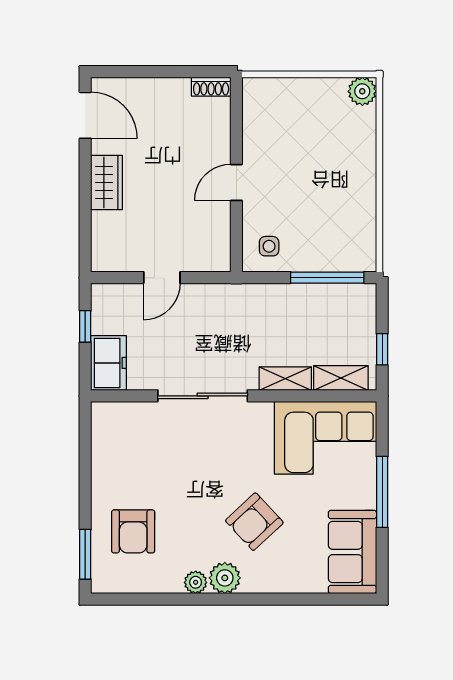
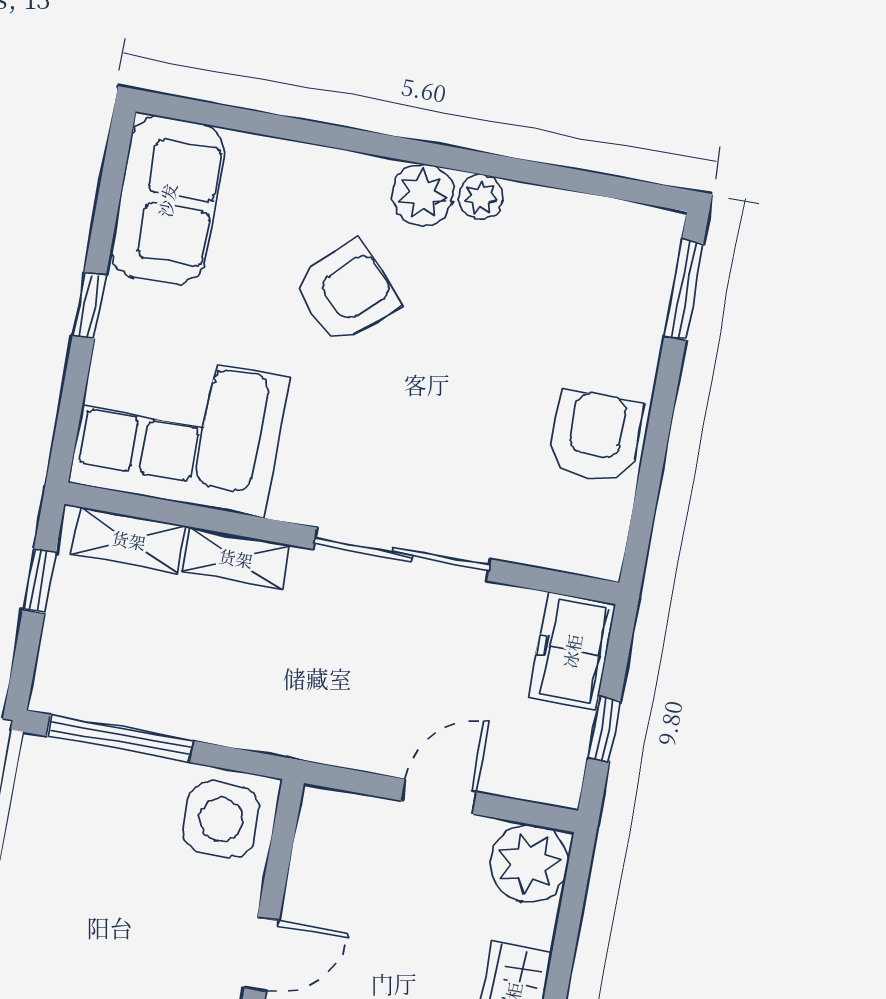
side table: (269, 246) -> (221, 819), width x1.87, depth x1.87
plant: (111, 252) -> (529, 863), added
window: (382, 492) -> (89, 306), width x0.46
armchair: (133, 531) -> (596, 436), moved

